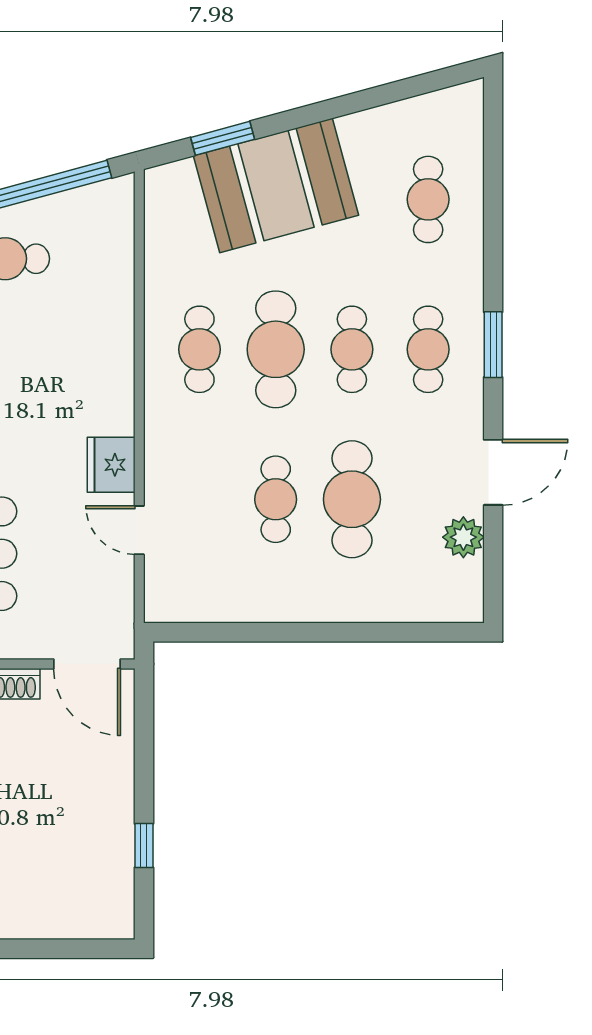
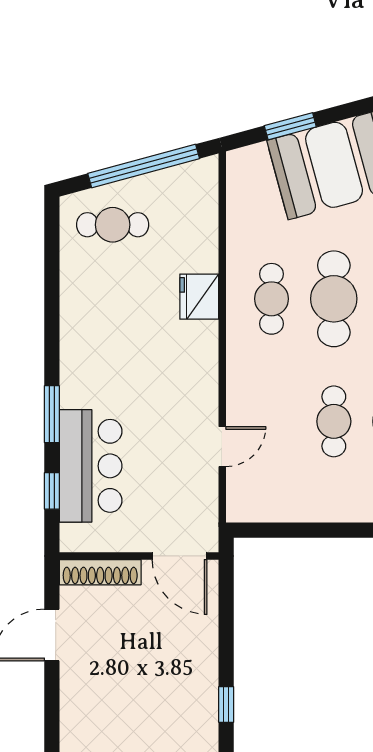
fridge: (111, 465) -> (199, 297), moved
door: (139, 530) -> (222, 447), swing flipped

